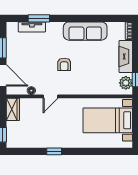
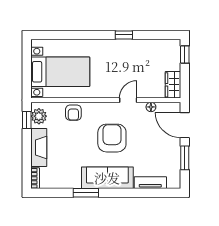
window: (39, 18) -> (86, 193), moved
sofa: (85, 31) -> (107, 178), moved
armchair: (64, 64) -> (112, 138), width x1.88, depth x1.88
armchair: (97, 86) -> (73, 113), added

